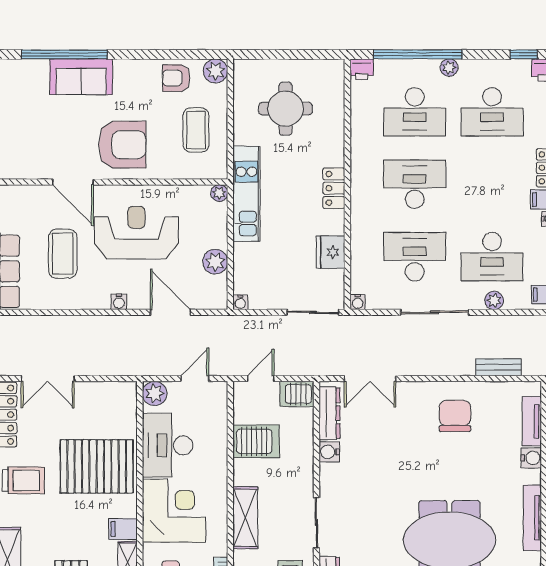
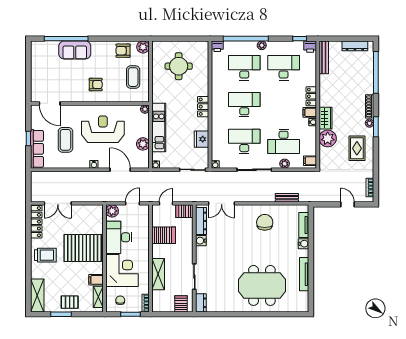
desk: (415, 112) -> (244, 68), turned 180
desk: (492, 112) -> (284, 68), turned 180
armchair: (122, 145) -> (96, 85), width x0.53, depth x0.53
door: (73, 182) -> (50, 103), moved
kitchen unit: (246, 194) -> (159, 128), moved

